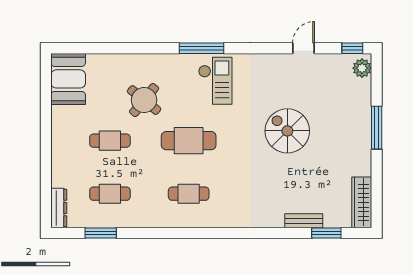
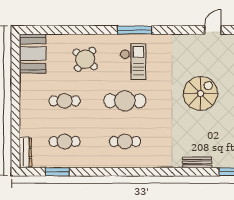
checkout: (215, 81) -> (133, 62), moved
round table: (144, 100) -> (85, 59), moved
spiral stairs: (287, 131) -> (200, 93), turned 90
bench: (304, 221) -> (197, 162), moved

